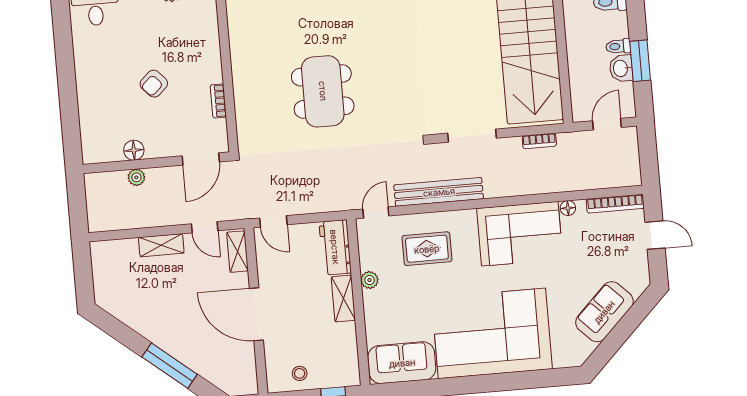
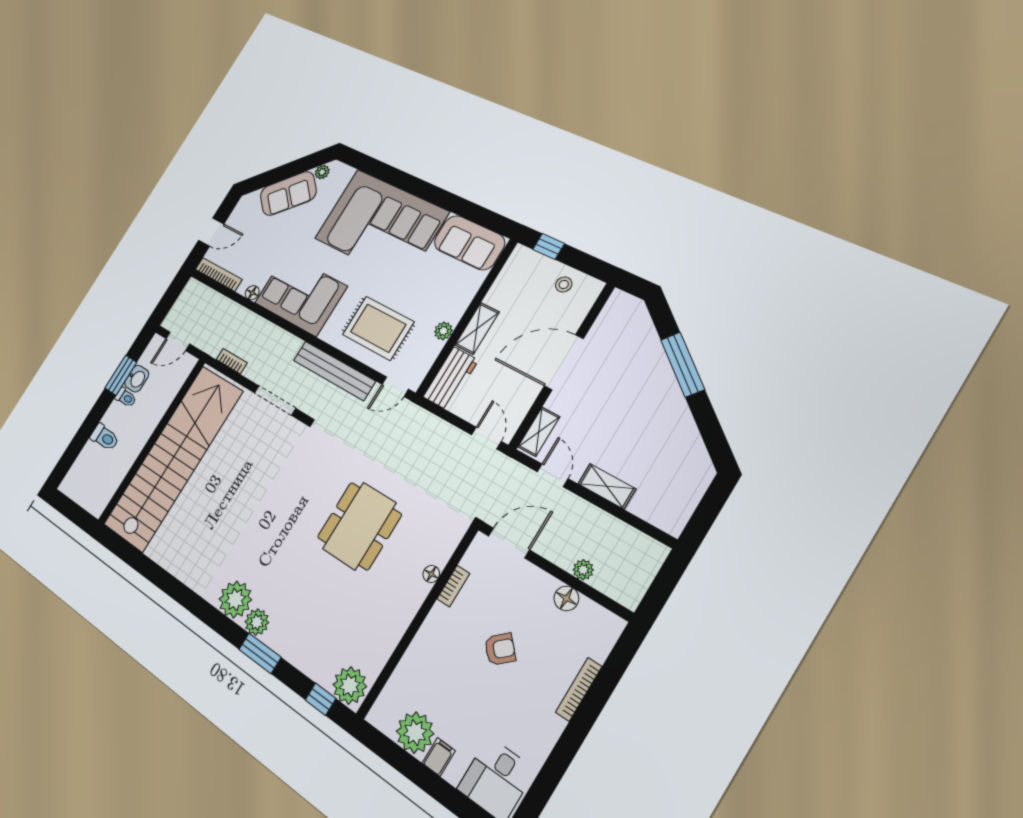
floor lamp: (241, 97) -> (431, 574), added
bookcase: (83, 98) -> (579, 689), added
door: (655, 235) -> (211, 232), swing flipped
rug: (427, 249) -> (378, 328), width x1.36, depth x1.43
door: (256, 314) -> (564, 362), swing flipped
plant: (586, 348) -> (322, 172), added

